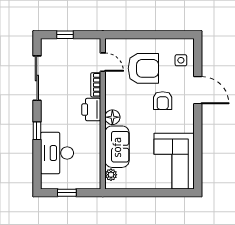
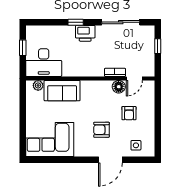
armchair: (143, 68) -> (129, 113), width x0.53, depth x0.53
printer: (91, 110) -> (85, 33), moved, turned 180
floor lamp: (112, 117) -> (119, 87), moved
desk: (57, 153) -> (44, 63), moved, turned 180

